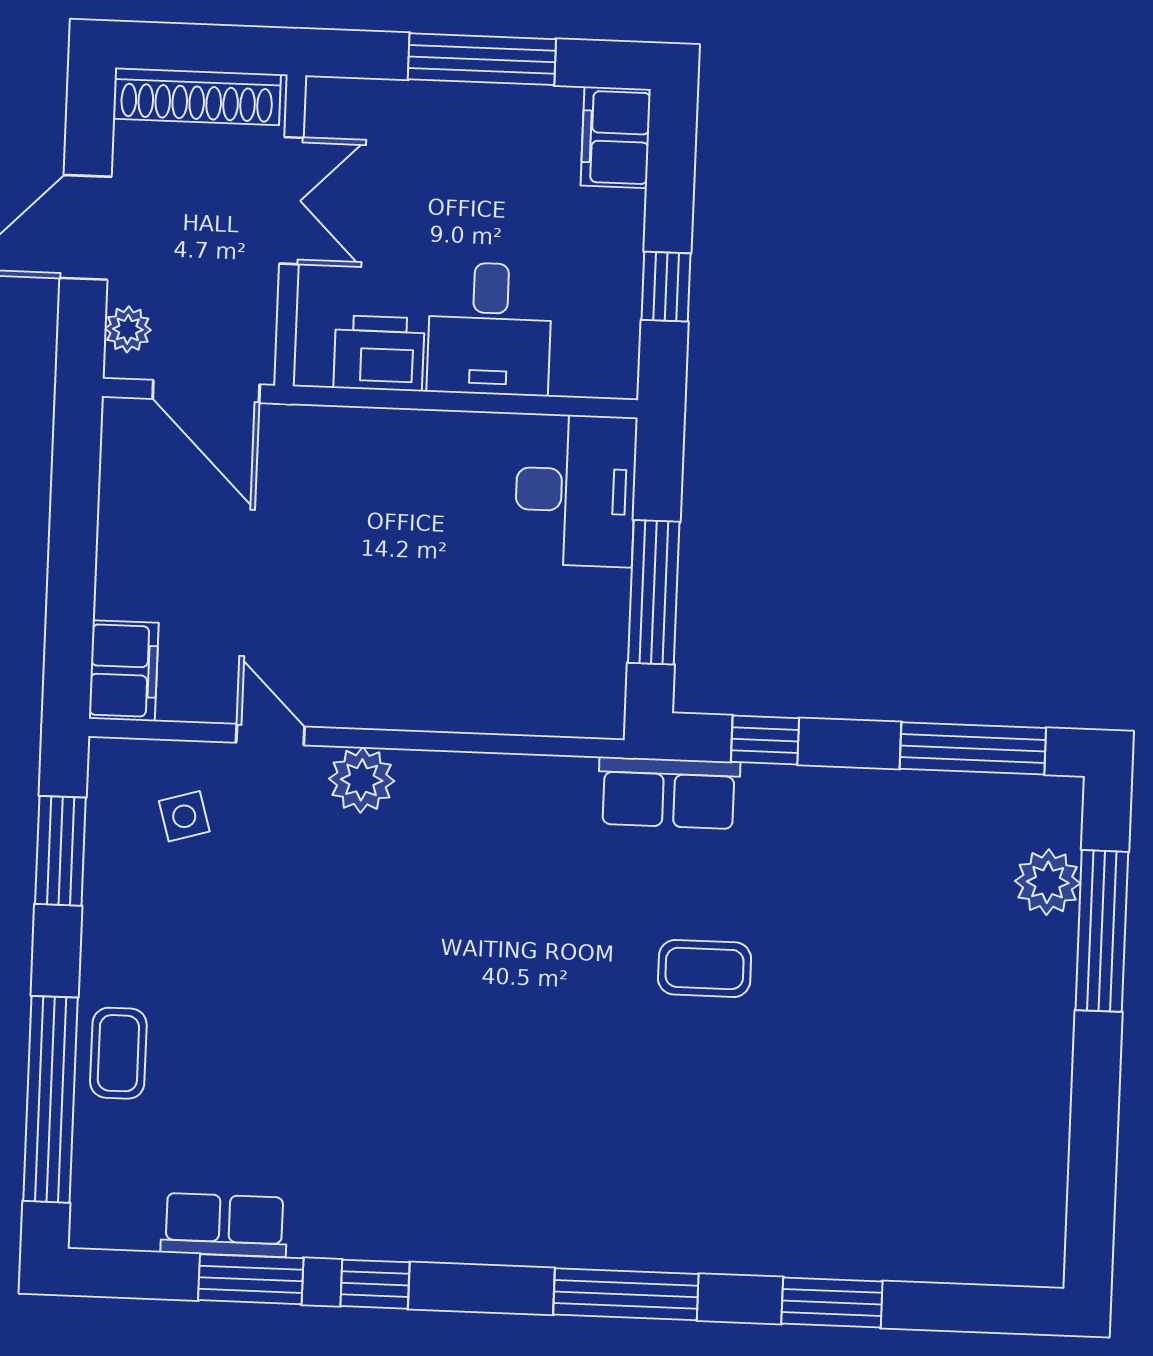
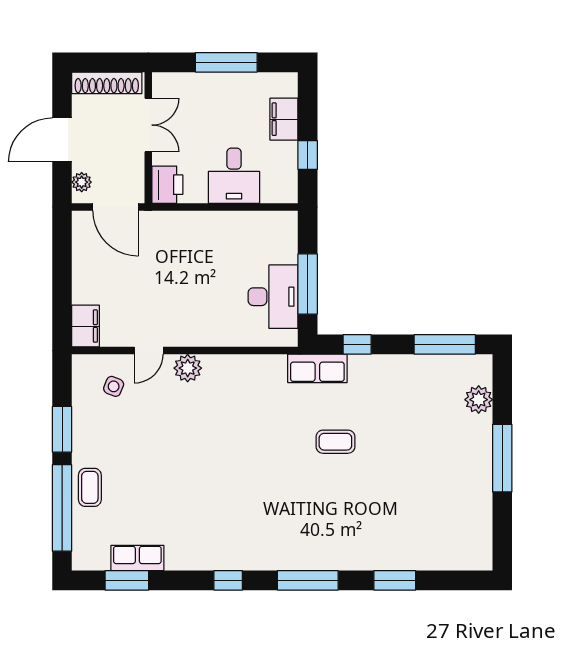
filing cabinet: (616, 137) -> (284, 119), moved
printer: (379, 353) -> (167, 185), moved, turned 90
desk: (576, 490) -> (273, 297), moved
door: (270, 735) -> (149, 350), swing flipped
side table: (184, 816) -> (114, 386), turned 38
window: (60, 851) -> (62, 429), moved
window: (1102, 931) -> (502, 458), moved
window: (251, 1279) -> (127, 580), moved
window: (375, 1284) -> (228, 580), moved

